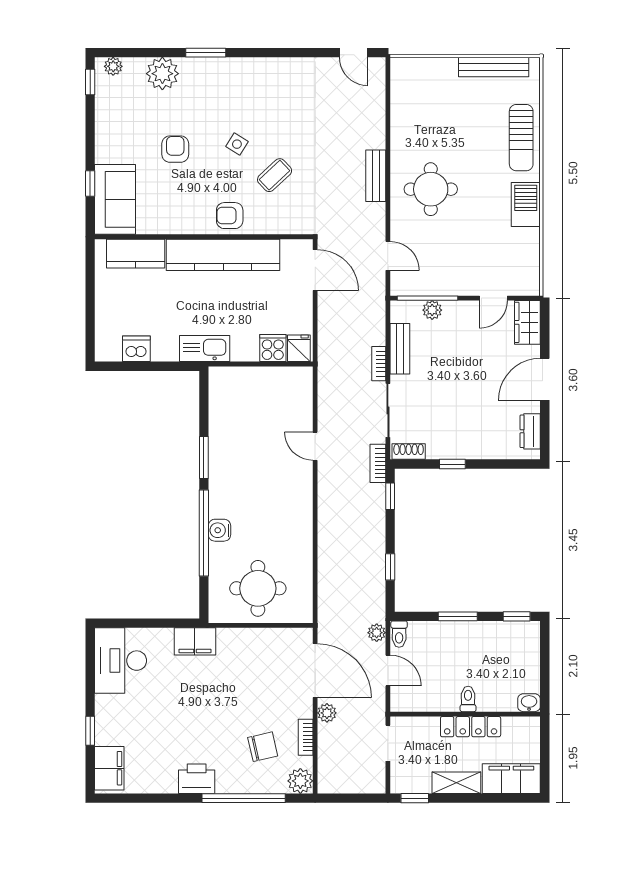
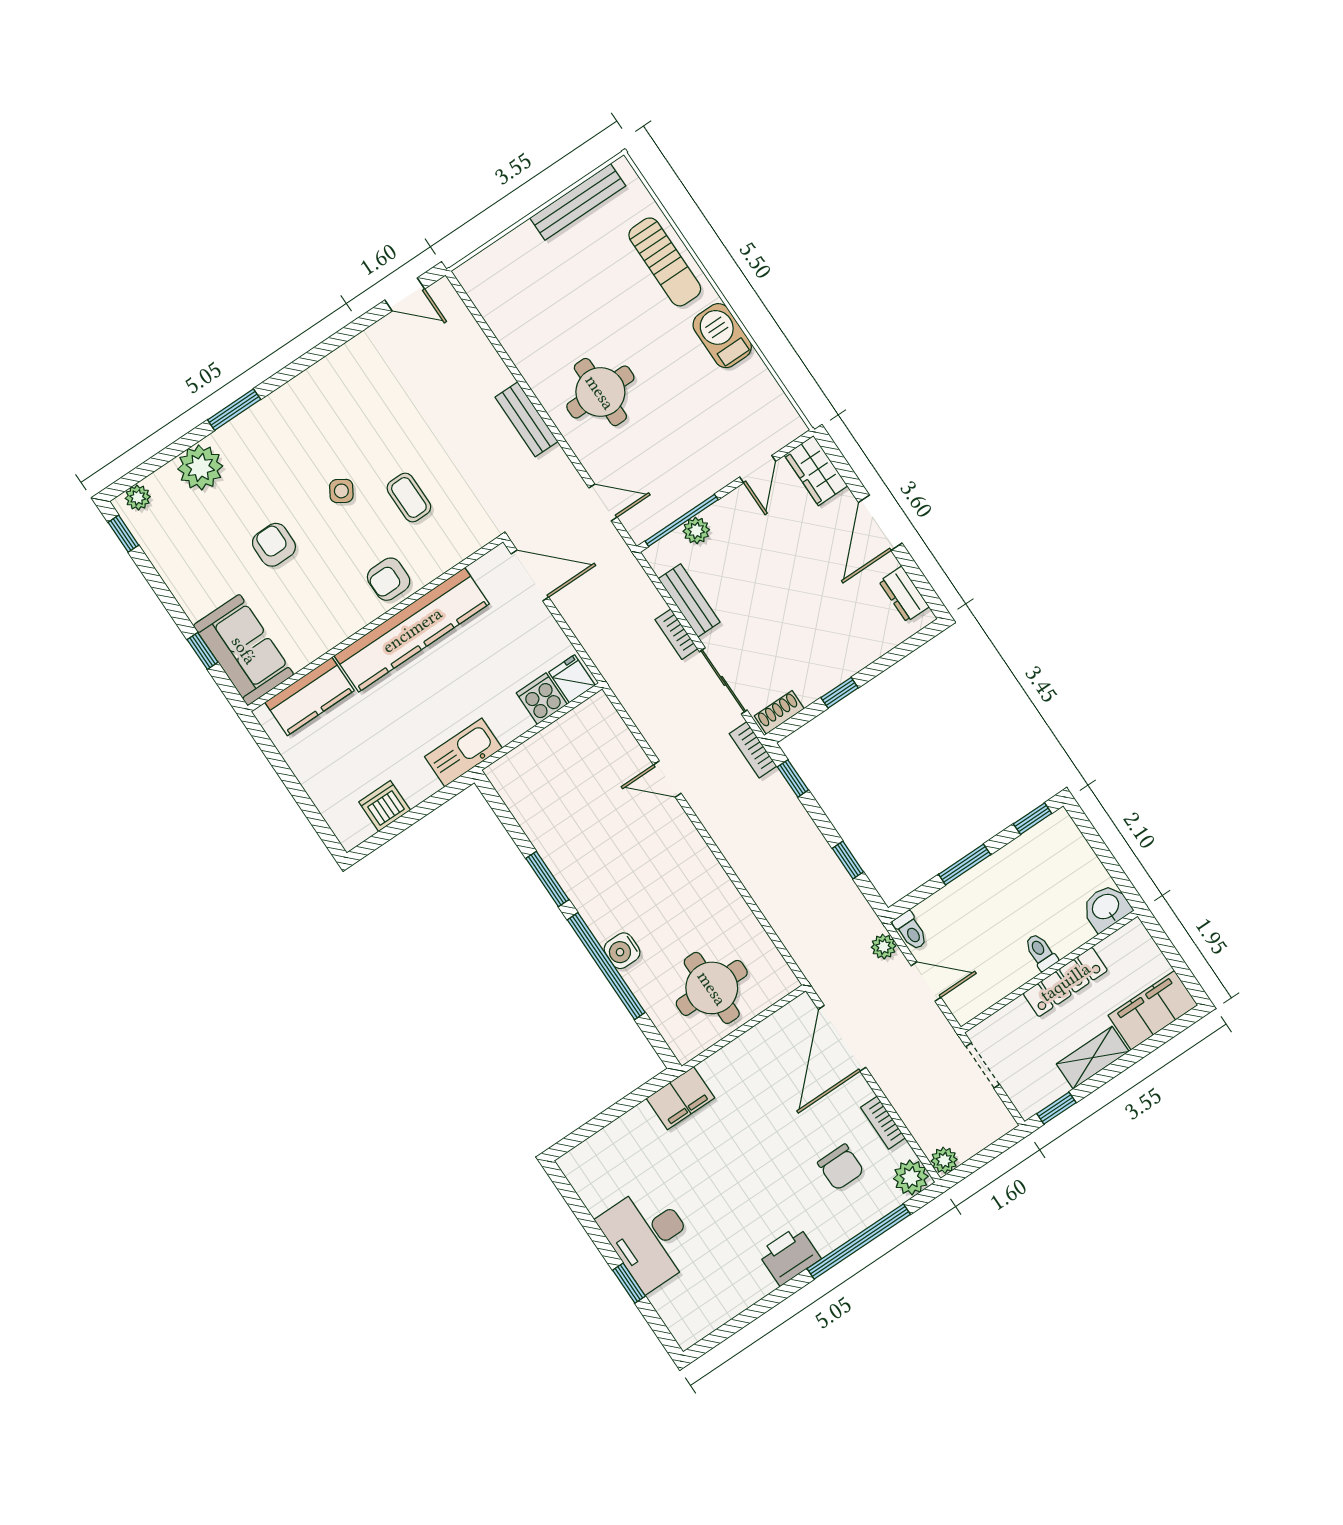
coffee table: (275, 175) -> (409, 498), turned -47
desk: (121, 661) -> (649, 1237), moved
door: (315, 671) -> (842, 1038), swing flipped
washbasin: (529, 703) -> (1106, 907), width x1.38, depth x1.45
plant: (327, 713) -> (944, 1160), moved
chair: (263, 747) -> (841, 1167), turned 103
filing cabinet: (109, 768) -> (680, 1312), removed

